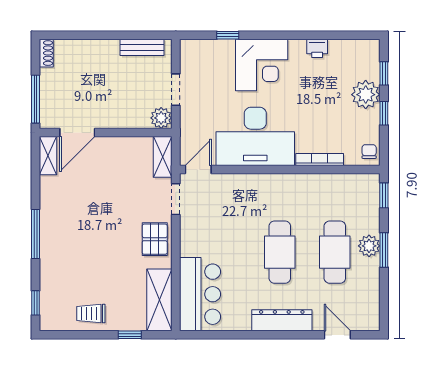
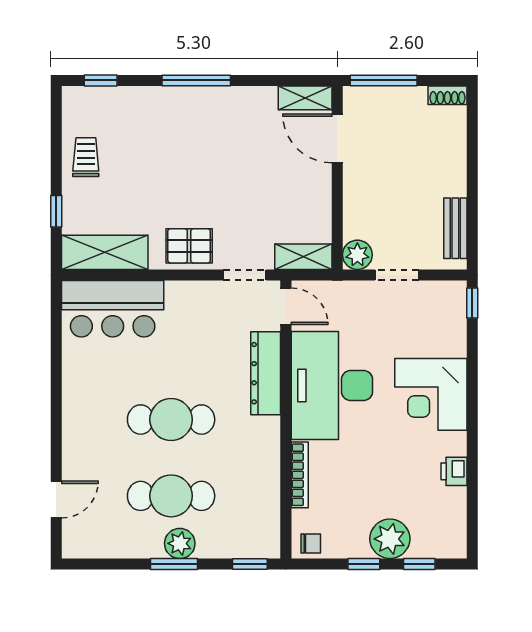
window: (228, 35) -> (472, 303), moved
dresser: (282, 320) -> (266, 373), moved, turned 180

